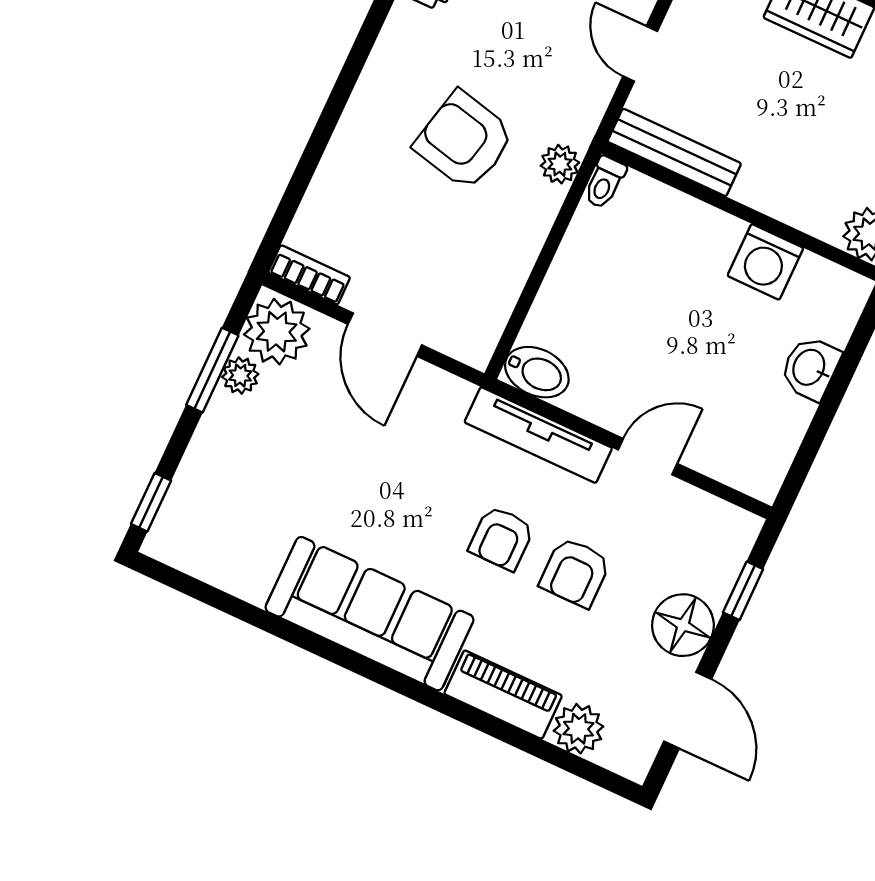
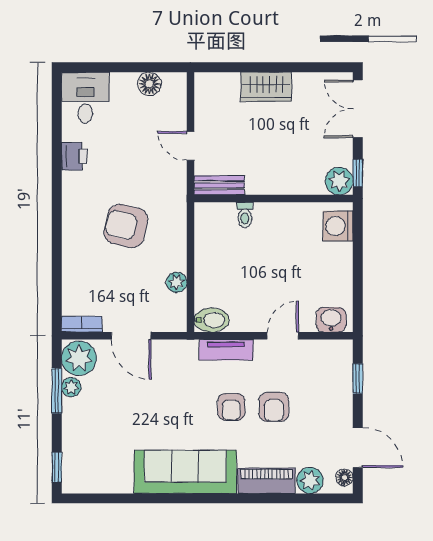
bench: (674, 152) -> (219, 185), width x0.73
plant: (560, 164) -> (177, 282), moved
toilet: (605, 182) -> (245, 215), moved
washing machine: (765, 262) -> (338, 226), moved, turned 90
washbasin: (810, 368) -> (331, 320), moved, turned 90
tv unit: (538, 435) -> (226, 350), width x0.71
floor lamp: (683, 625) -> (344, 477), moved, width x0.53, depth x0.53

